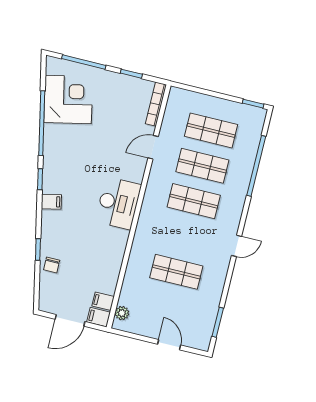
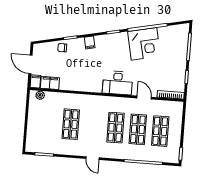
corner desk: (68, 100) -> (144, 44), moved
filing cabinet: (51, 202) -> (90, 43), moved
desk: (118, 203) -> (118, 83), moved
filing cabinet: (103, 301) -> (50, 83), width x2.00
door: (169, 345) -> (26, 127), removed

